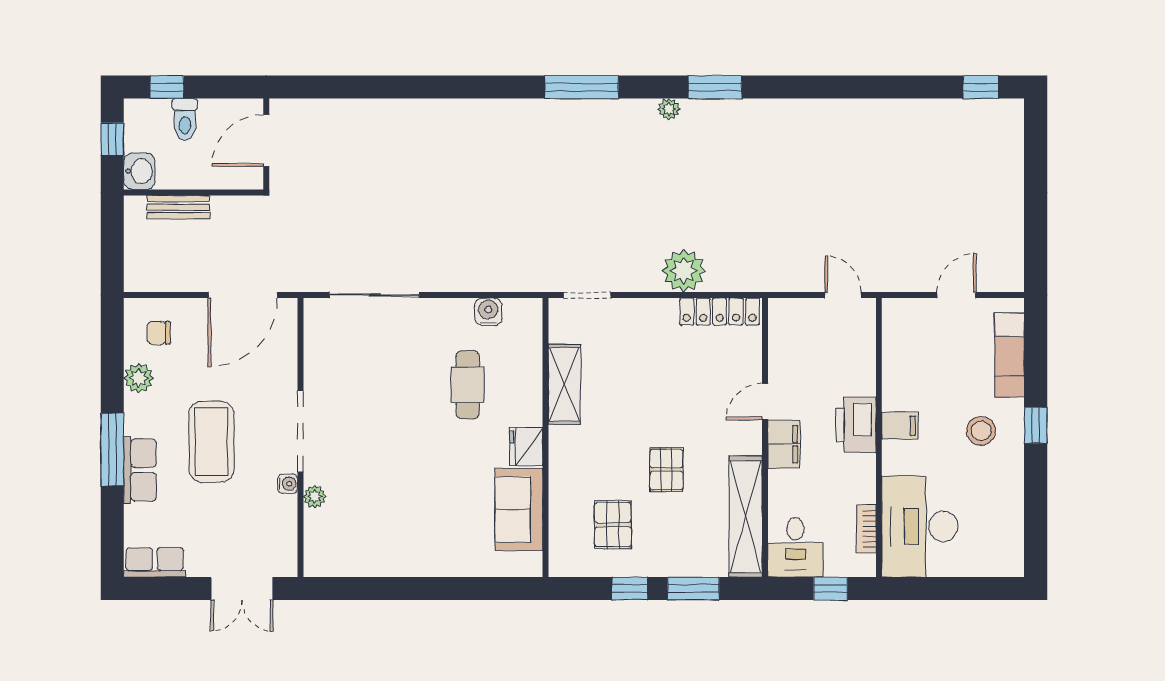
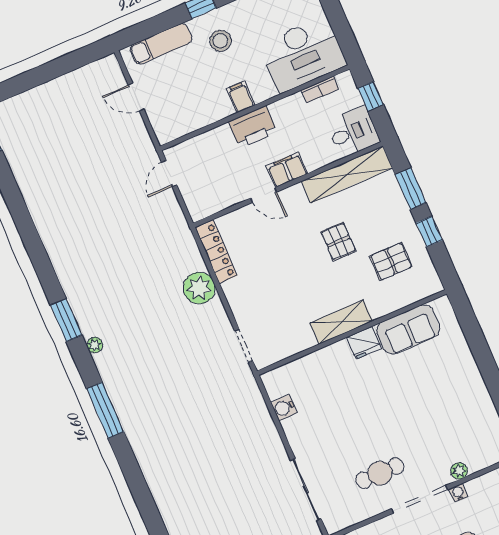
cafe table: (468, 385) -> (380, 473), moved
shelving: (564, 385) -> (341, 322), moved
pallet: (667, 470) -> (338, 241), turned 90

